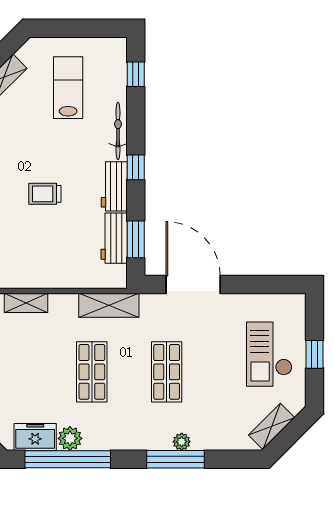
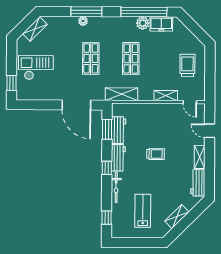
lab bench: (68, 88) -> (143, 211), turned 180
checkout: (269, 354) -> (36, 68), turned -90
window: (315, 354) -> (12, 83), moved

